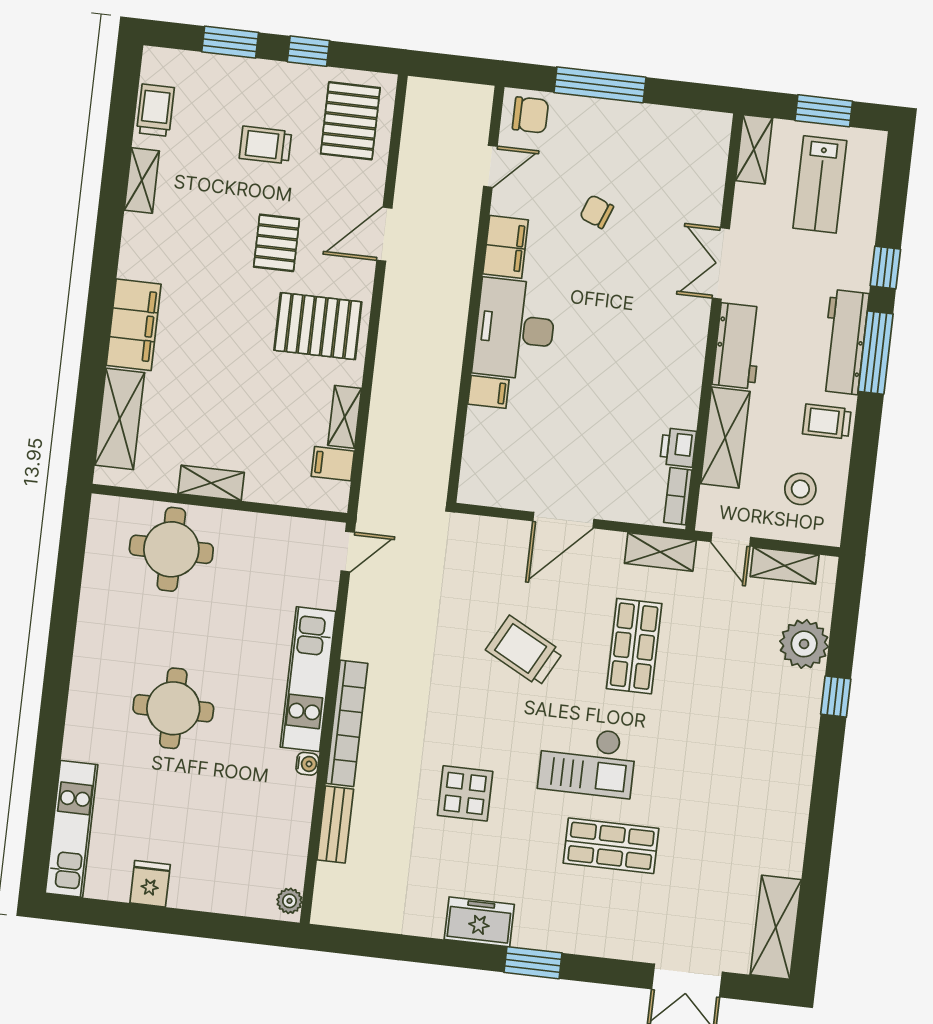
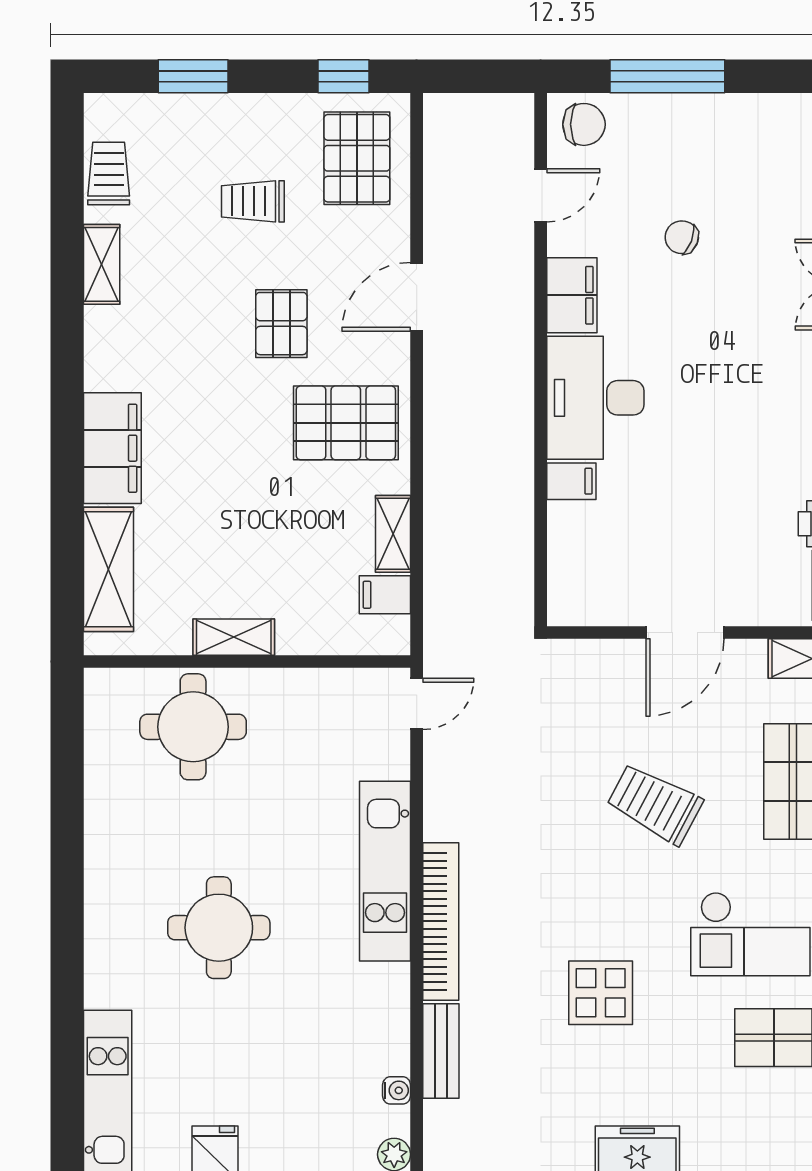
window: (308, 51) -> (344, 76), moved
water cooler: (307, 764) -> (397, 1090), moved

